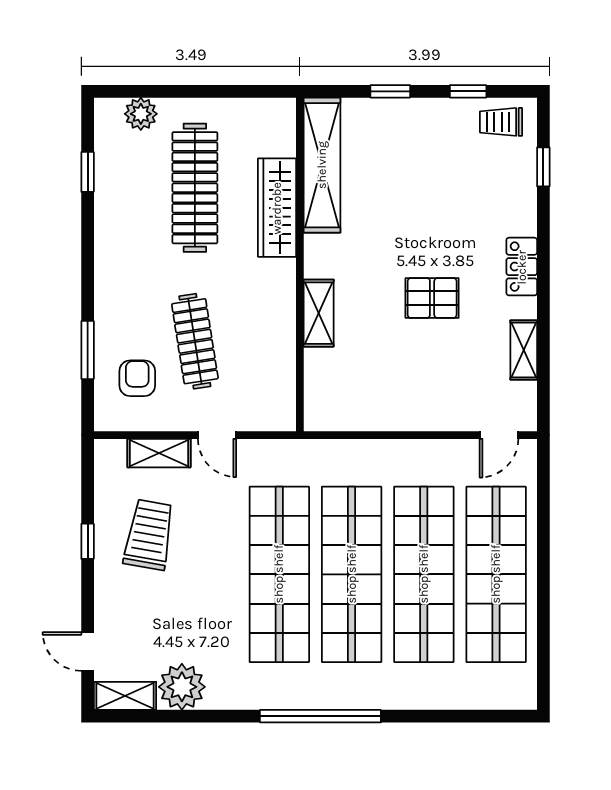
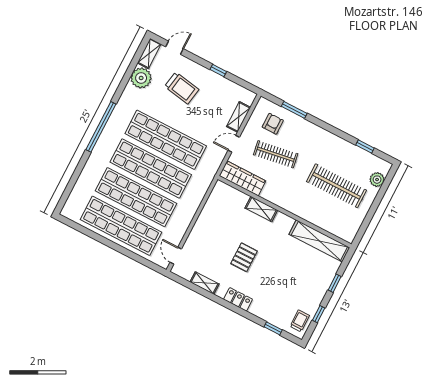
wardrobe: (277, 208) -> (242, 178), moved
armchair: (137, 378) -> (273, 124), turned -90
trolley: (149, 535) -> (182, 88), moved

